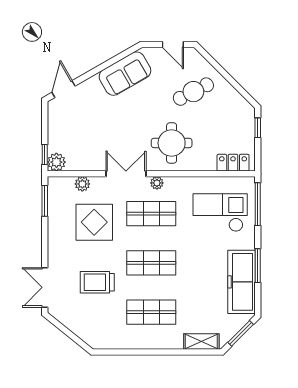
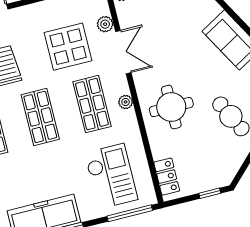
double door: (126, 174) -> (123, 52), moved

